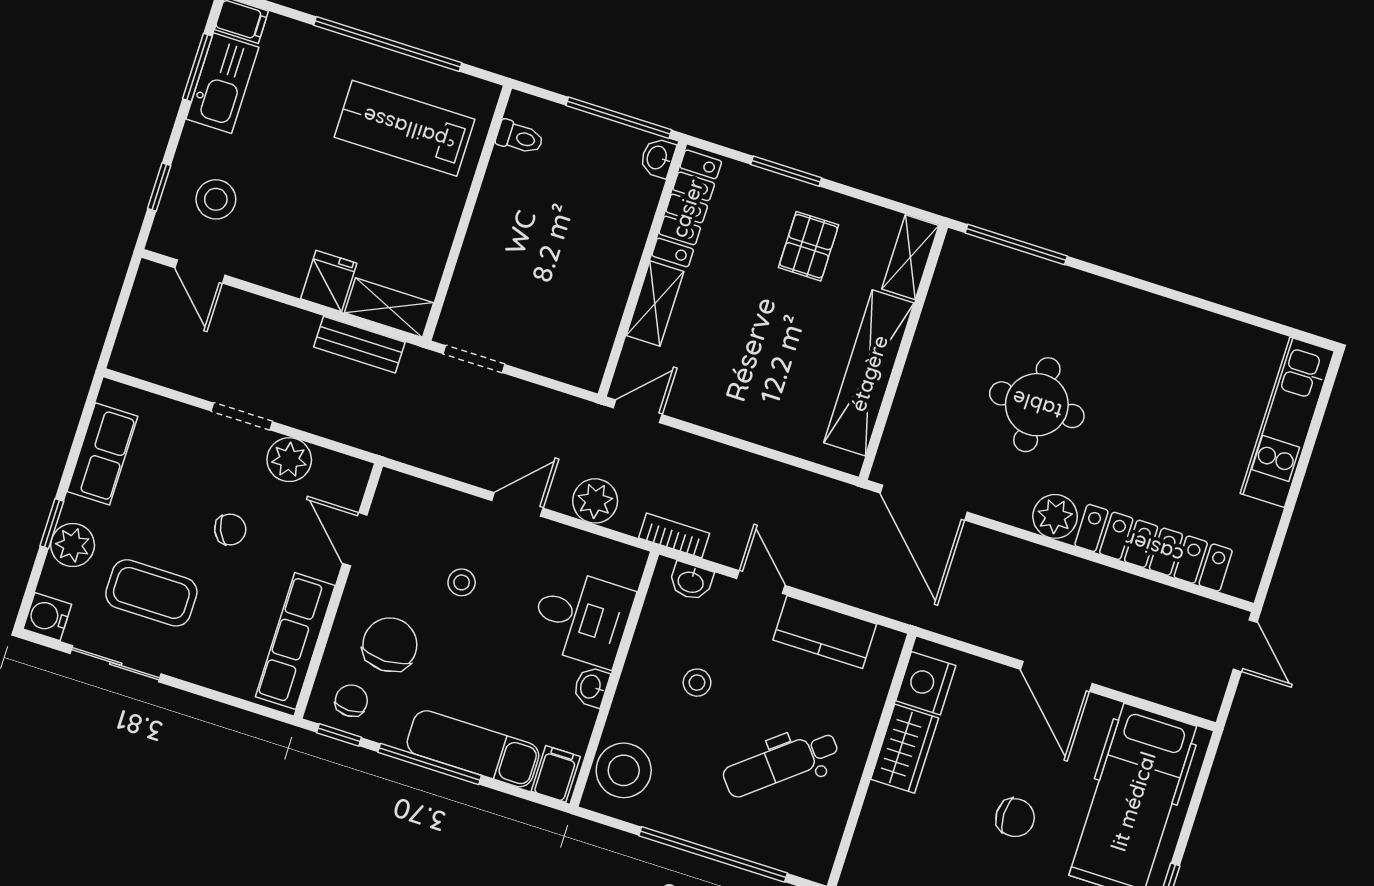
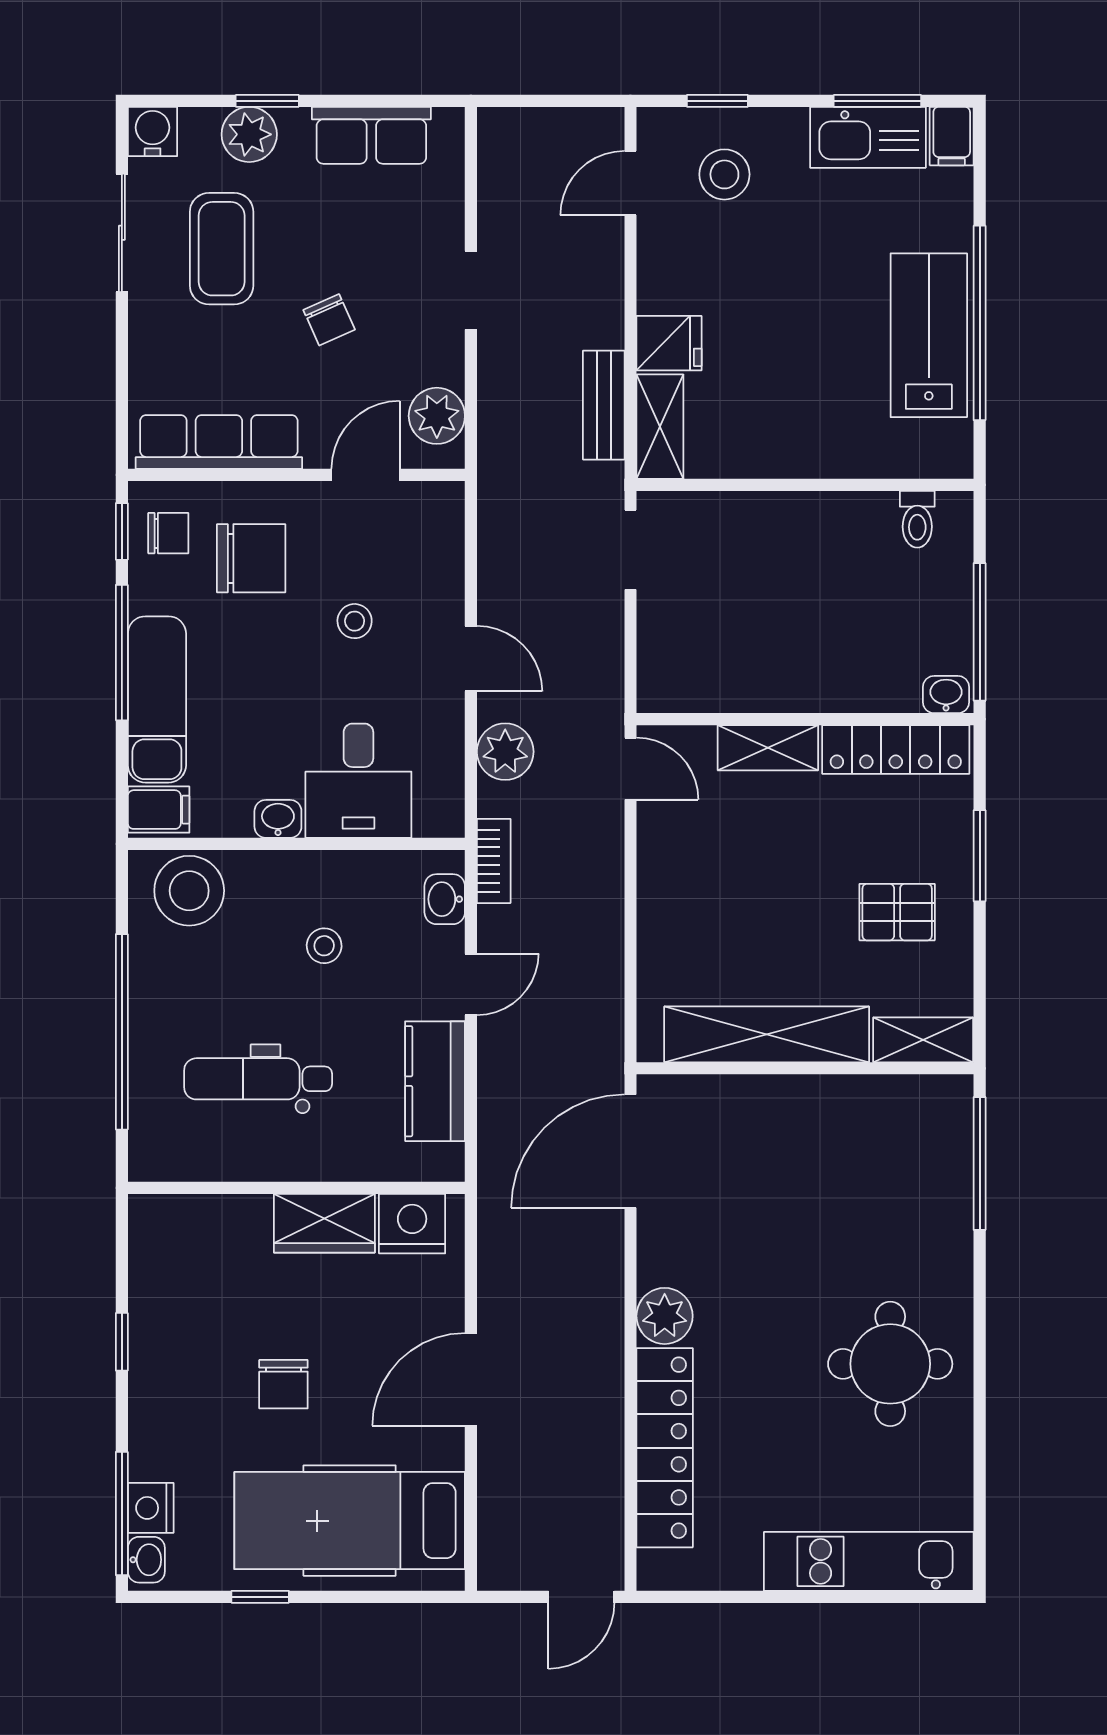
lab bench: (405, 128) -> (929, 335), moved
round table: (1037, 405) -> (890, 1364), moved
plant: (289, 460) -> (437, 416), moved
dental chair: (781, 764) -> (258, 1079), turned -51

